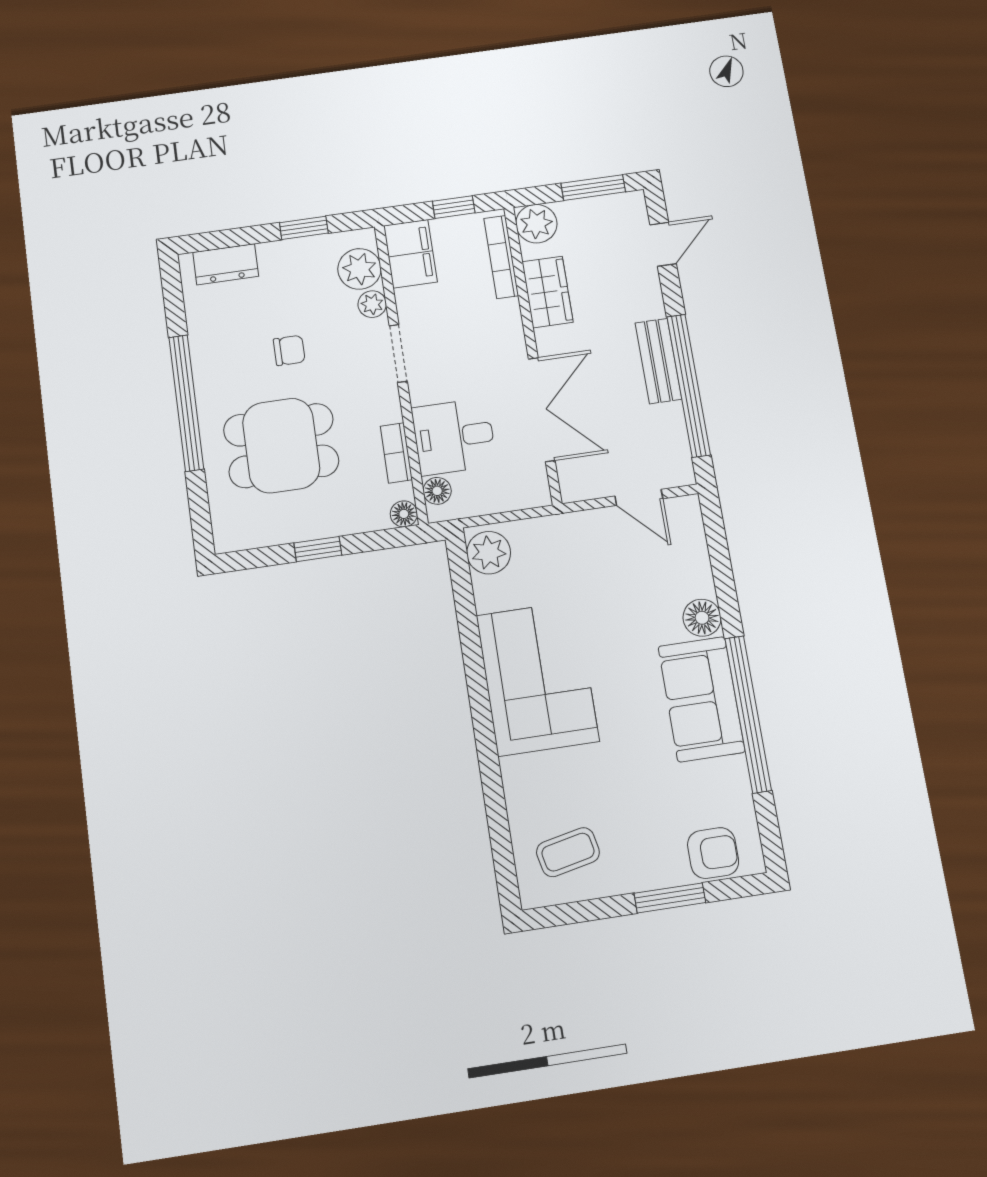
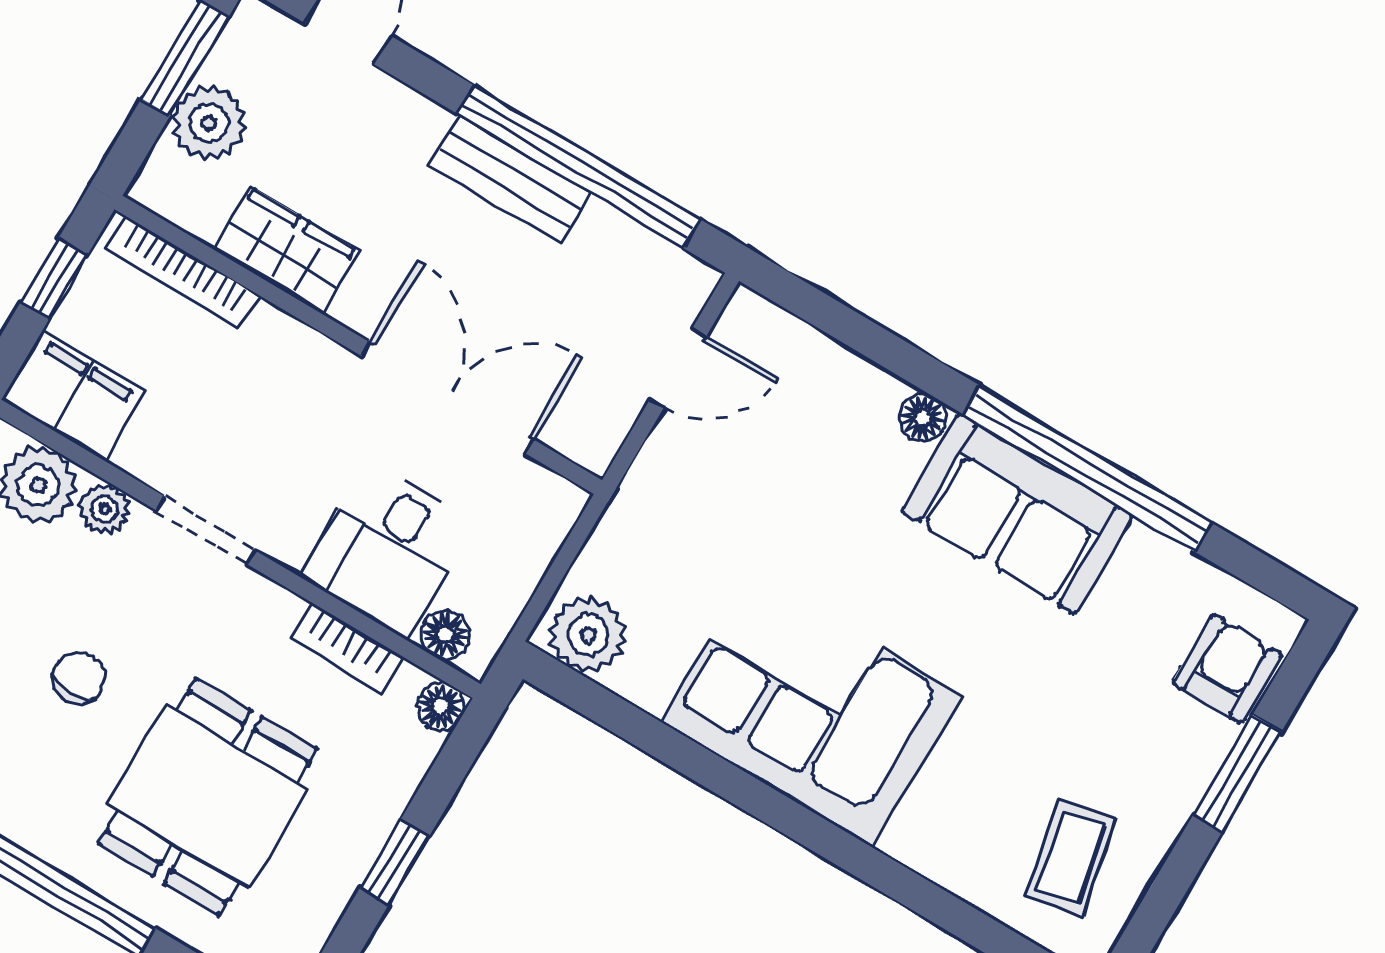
plant: (536, 224) -> (209, 123), moved
floor lamp: (702, 618) -> (923, 418), width x0.73, depth x0.73

